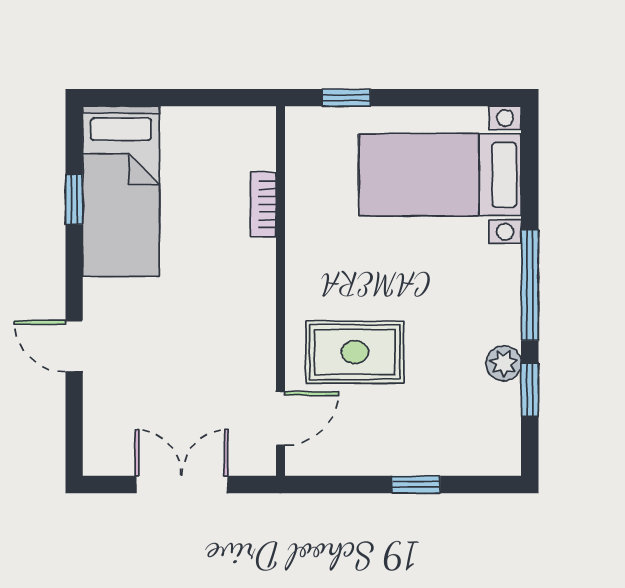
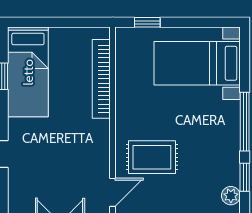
bookcase: (263, 204) -> (101, 79), width x2.31, depth x1.31
plant: (504, 363) -> (231, 196), moved

